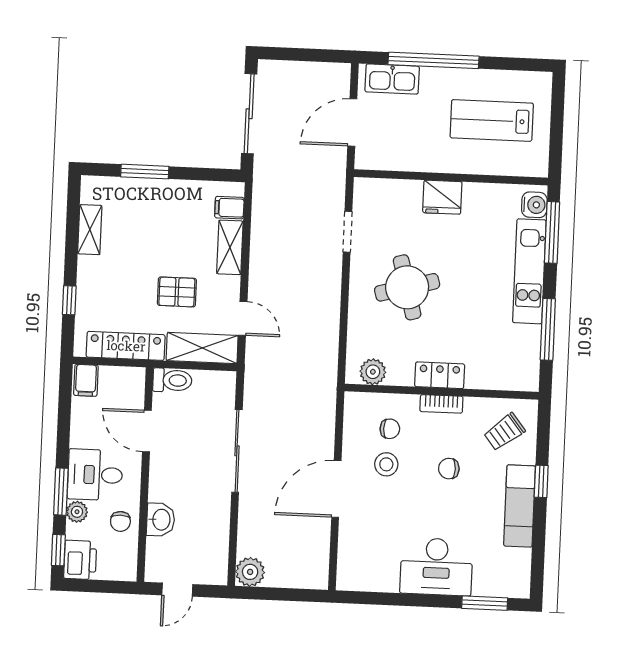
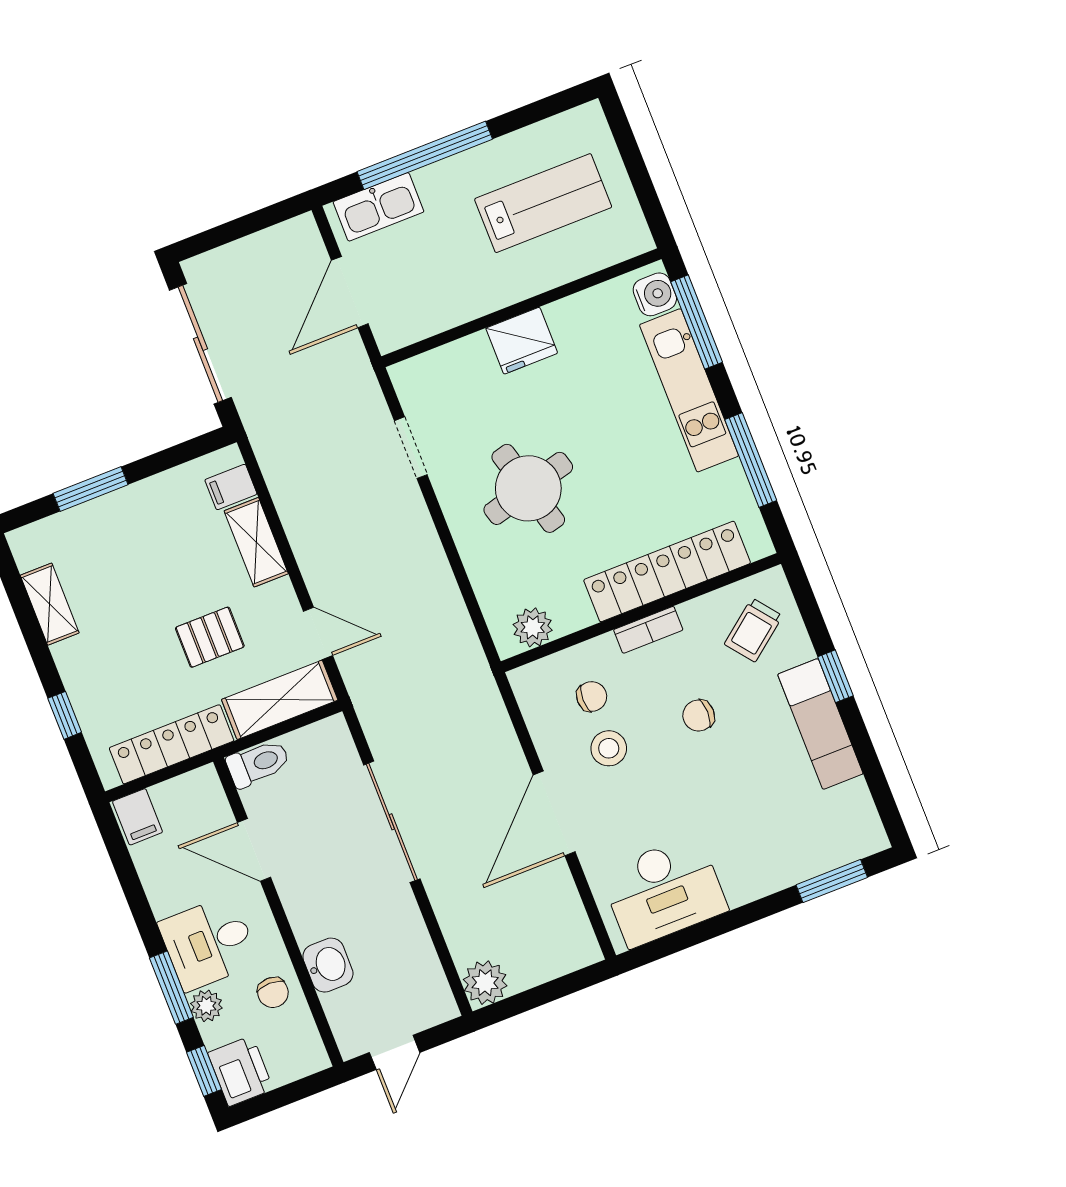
lab bench: (492, 120) -> (543, 203), turned 180
locker: (440, 375) -> (667, 571), width x2.16, depth x1.21
desk: (436, 567) -> (664, 891), moved

